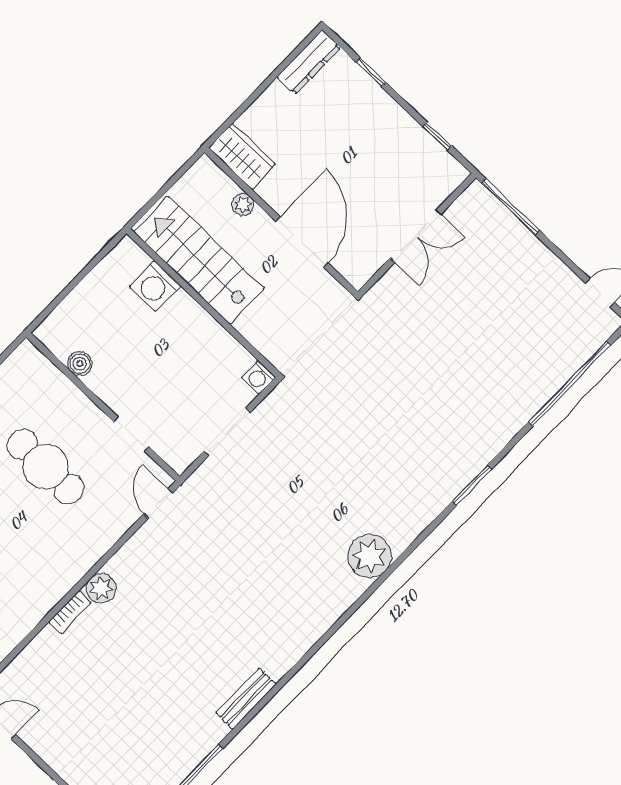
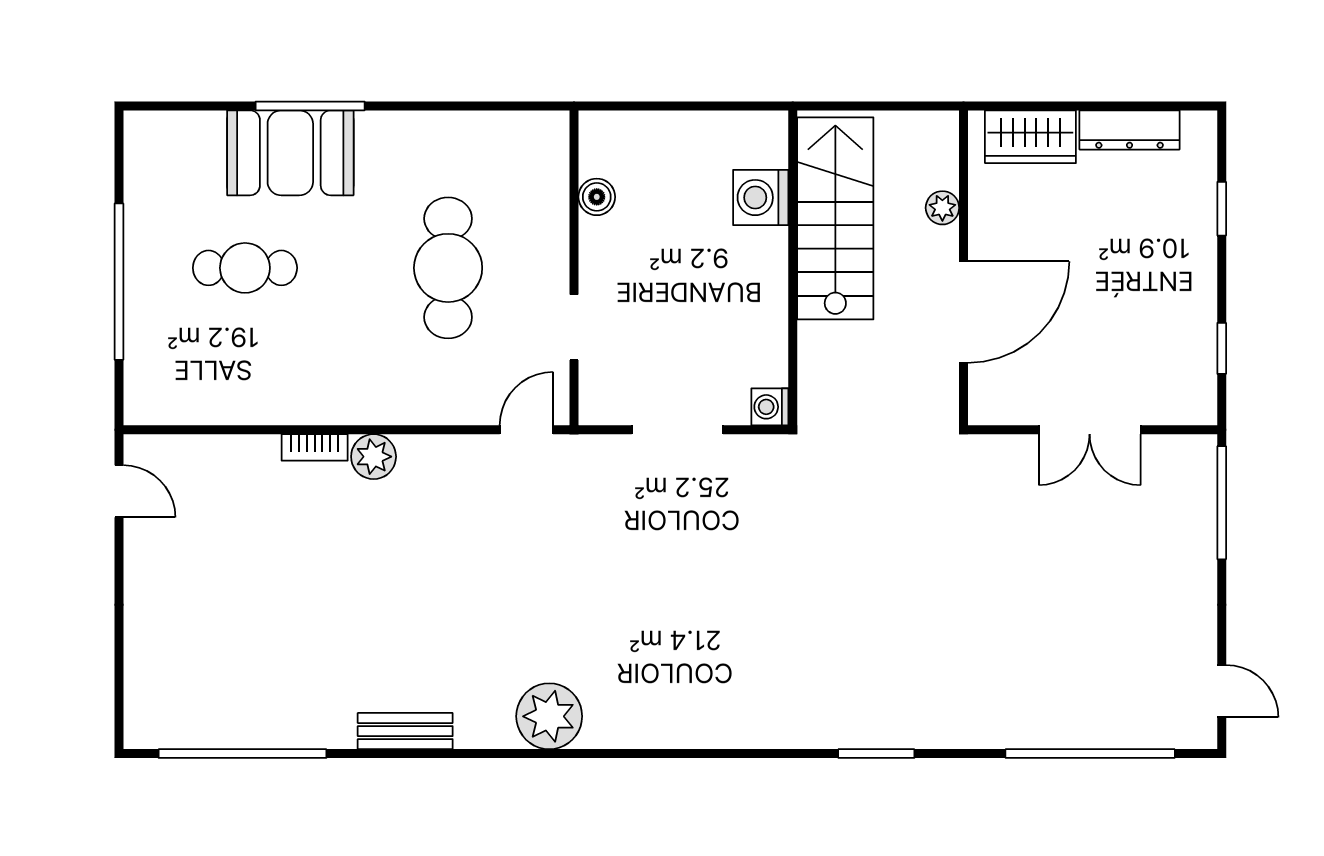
dresser: (309, 62) -> (1130, 130), moved
wardrobe: (242, 156) -> (1030, 137), moved, turned 90
plant: (370, 556) -> (549, 716), moved

